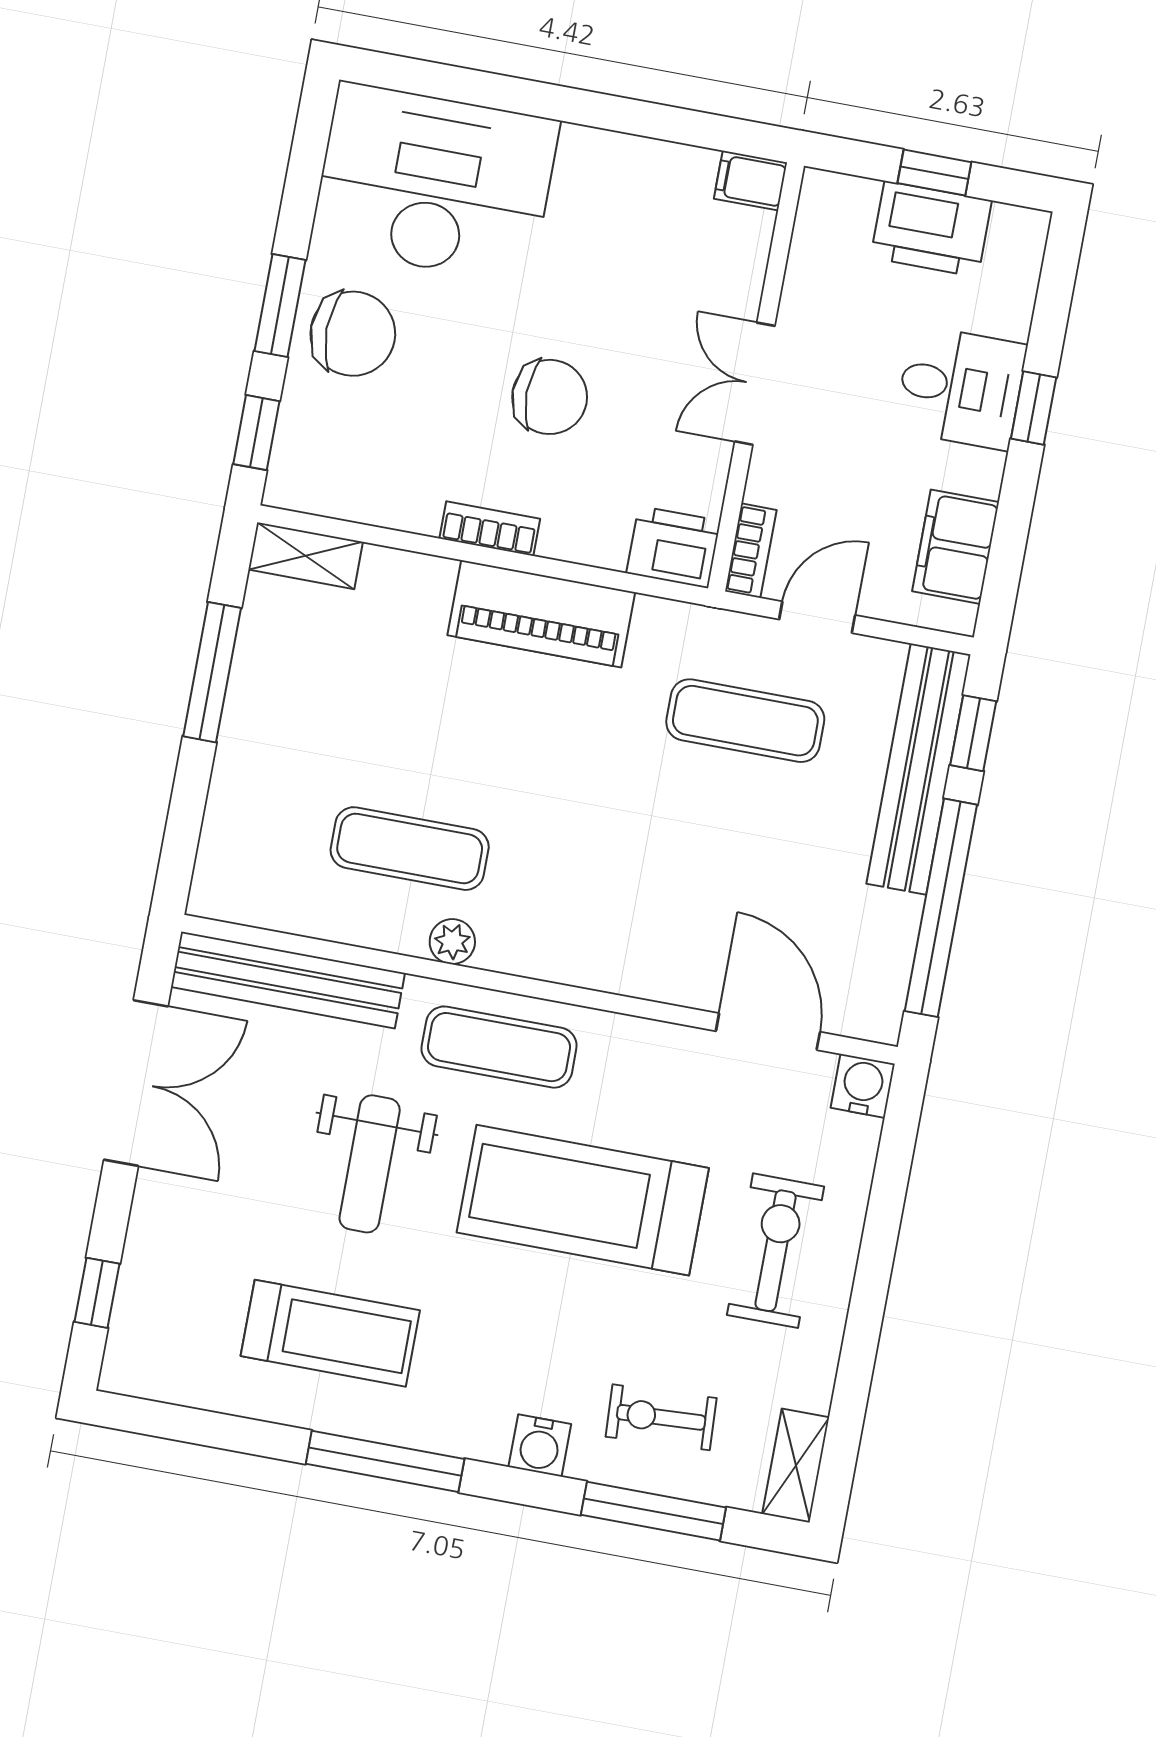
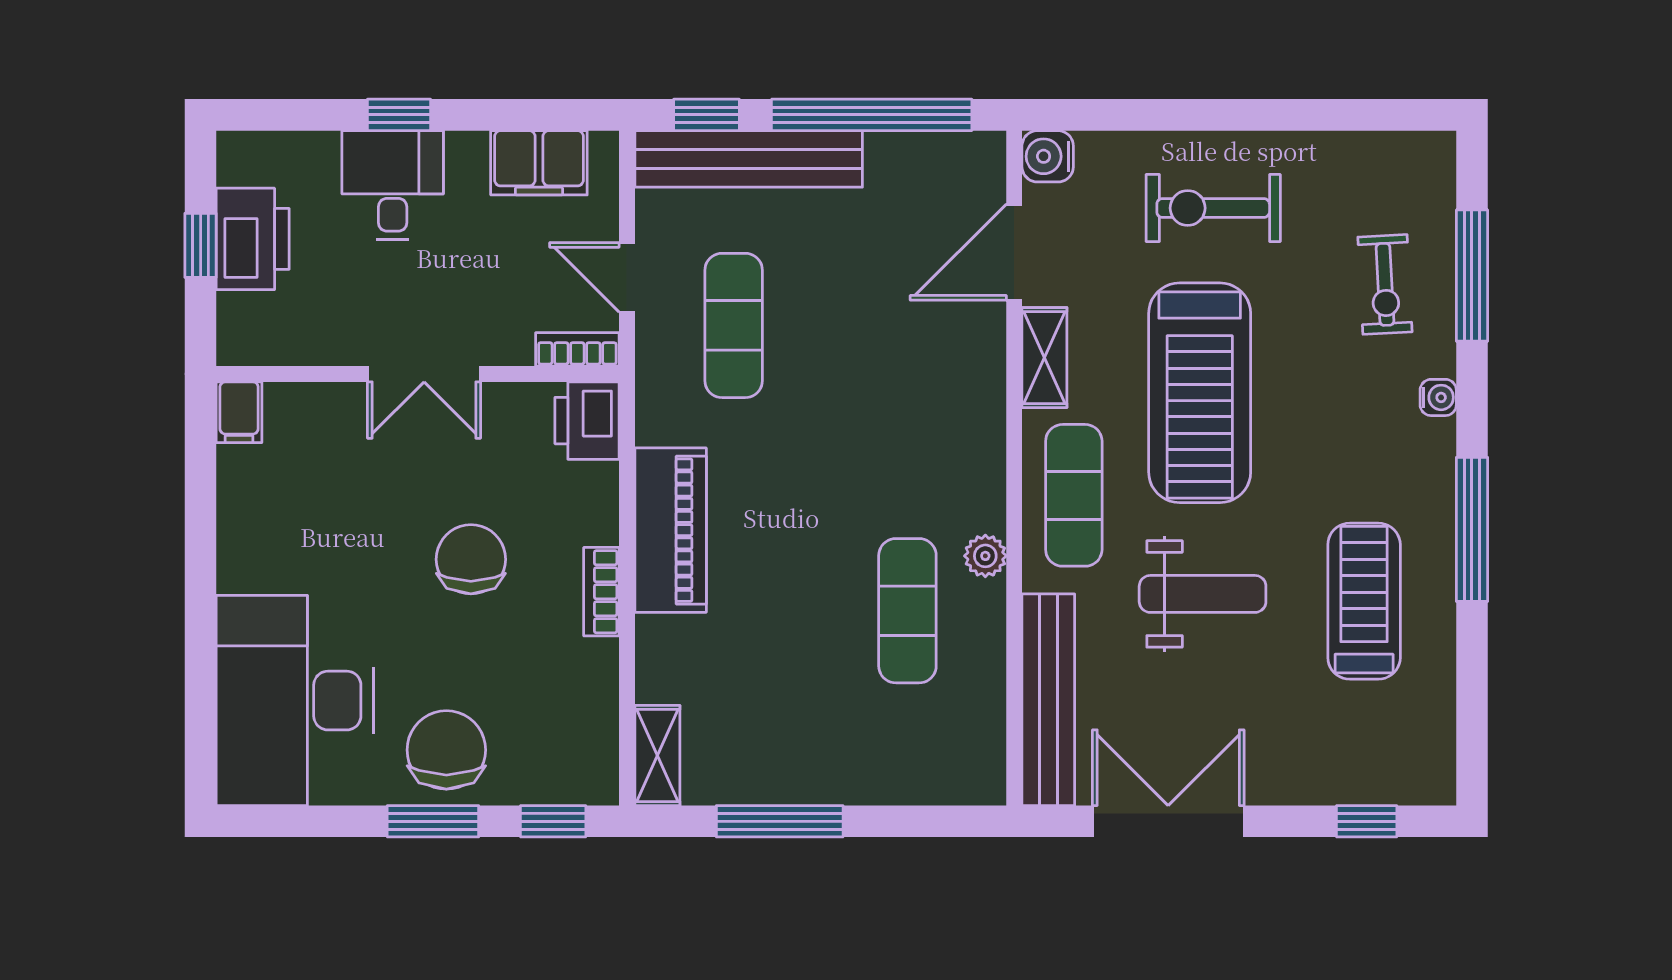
water cooler: (540, 1446) -> (1438, 397), width x0.72, depth x0.72
shelving: (796, 1466) -> (1044, 358), moved, turned 90

